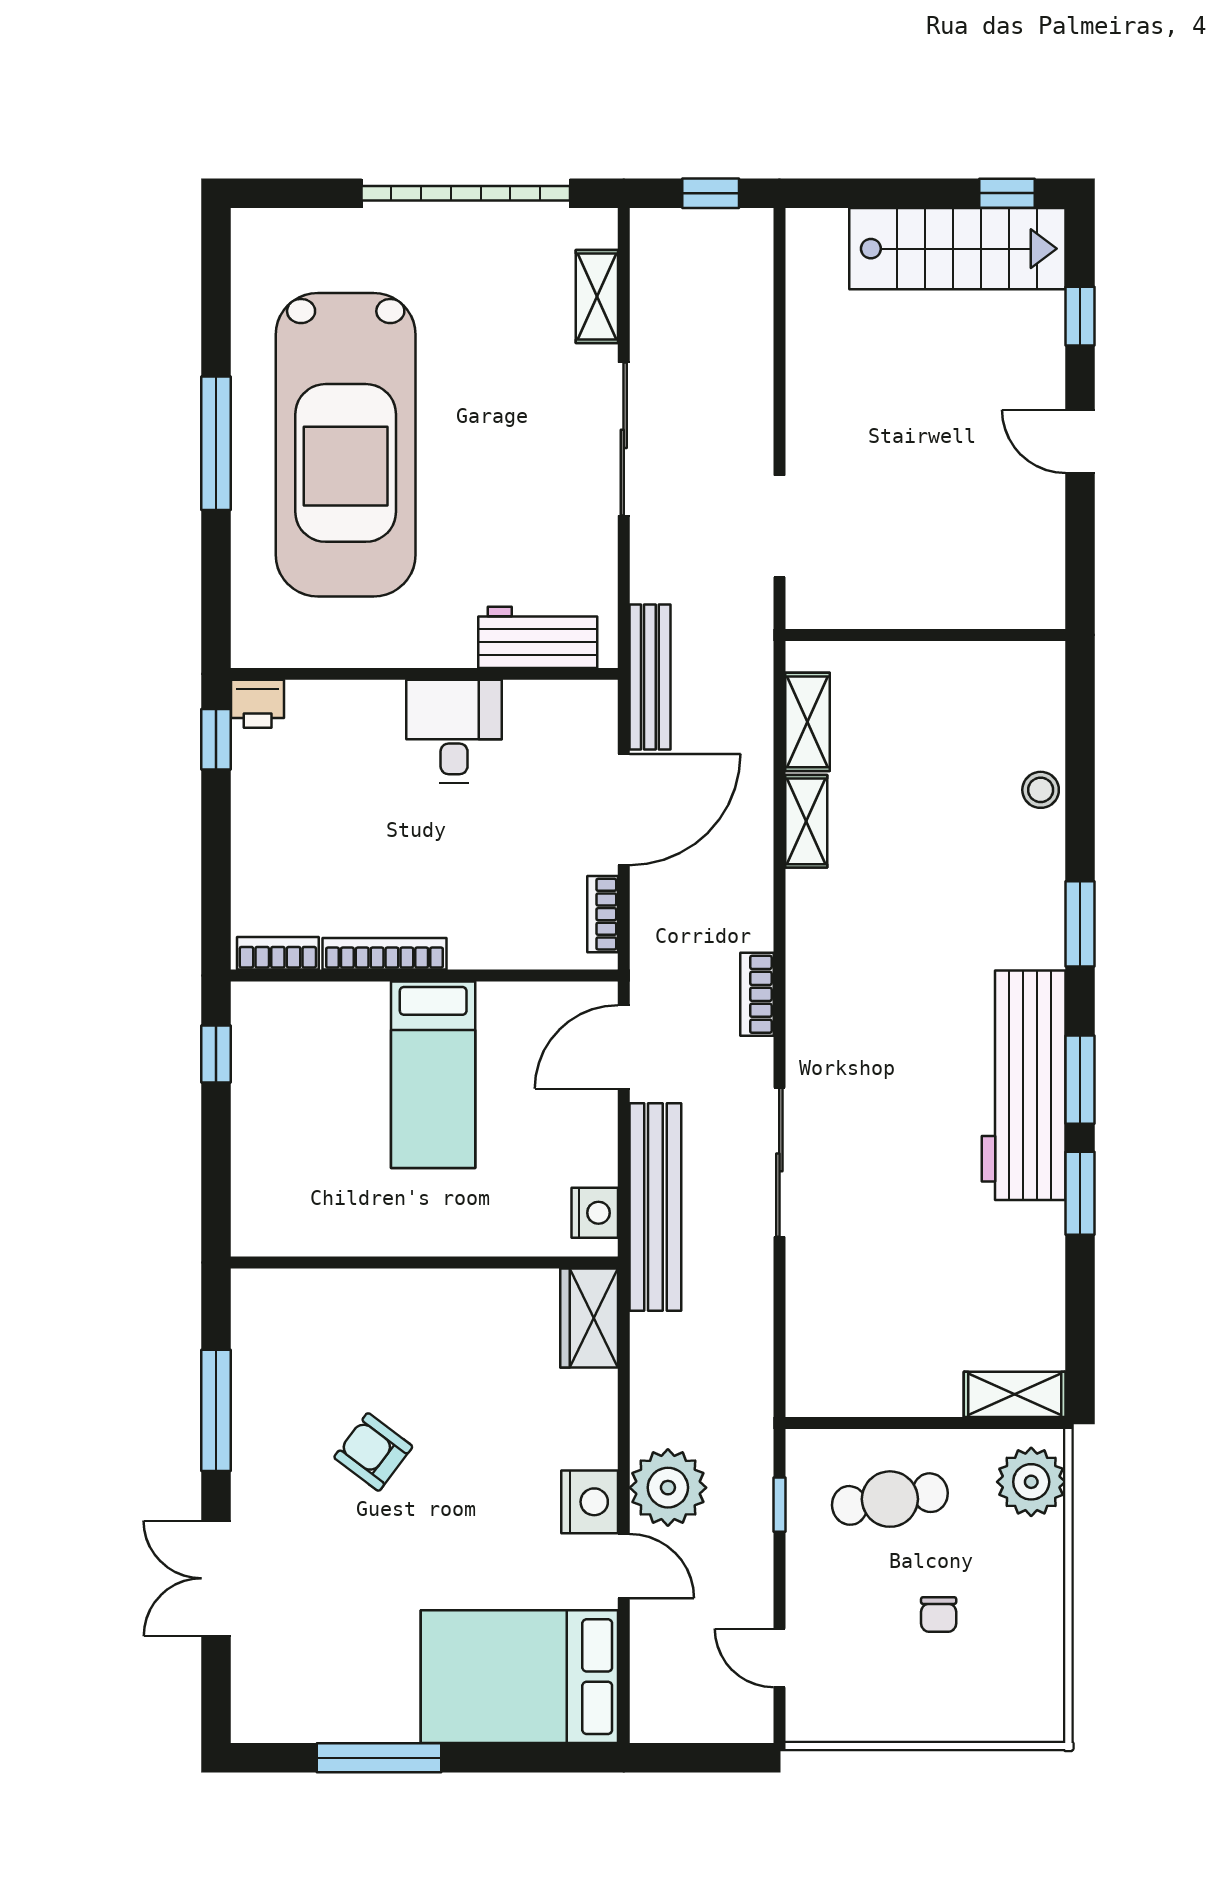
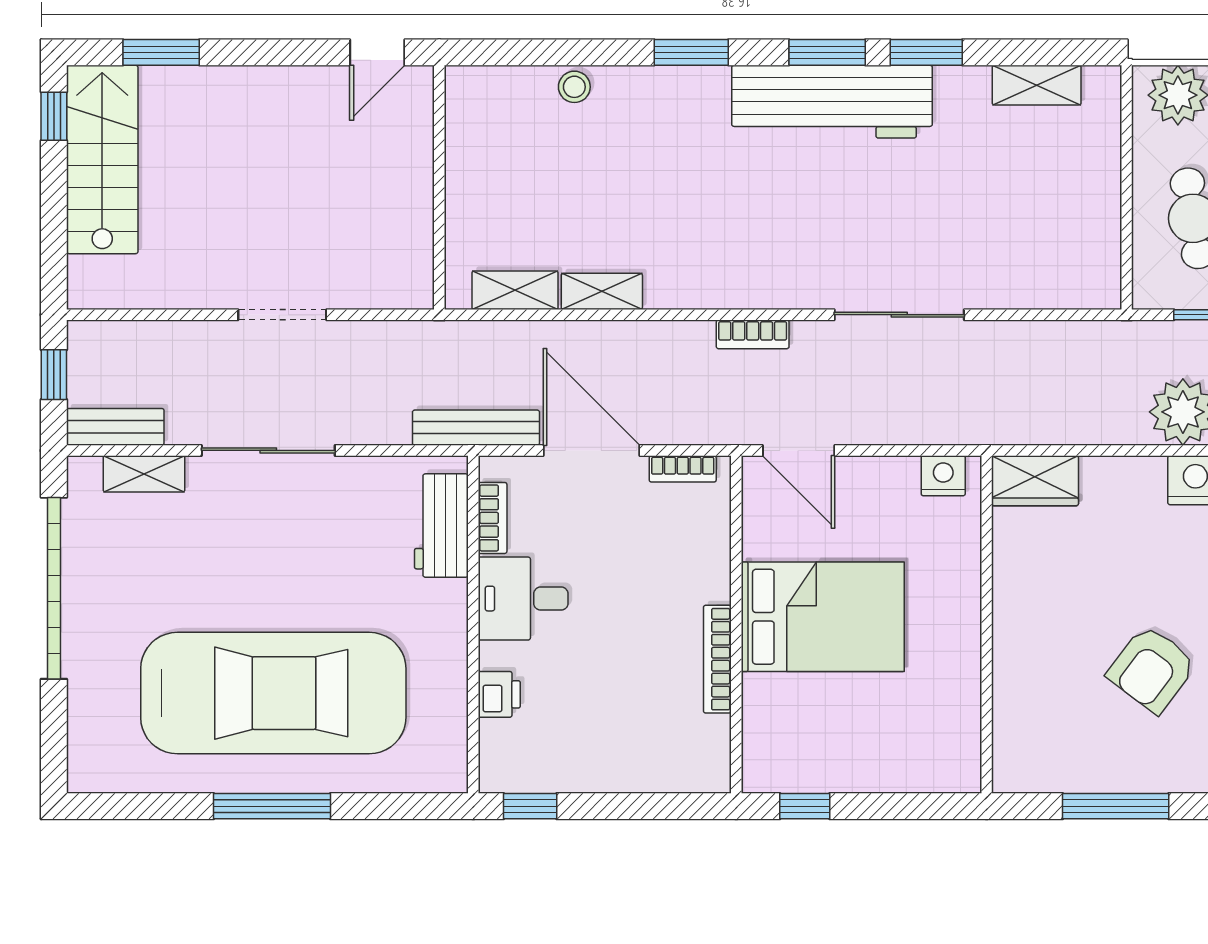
window: (1080, 316) -> (161, 52), width x1.50
door: (1080, 441) -> (377, 52), moved
doorway: (779, 526) -> (282, 315), moved
printer: (258, 704) -> (499, 694), moved
bookcase: (278, 953) -> (493, 518), moved, turned 180
bed: (433, 1075) -> (823, 617), width x1.50
bench: (655, 1207) -> (115, 427), moved, width x0.54, depth x0.82
shelving: (1015, 1394) -> (1037, 85), moved, turned 90
armchair: (373, 1452) -> (1152, 669), width x1.38, depth x1.38

